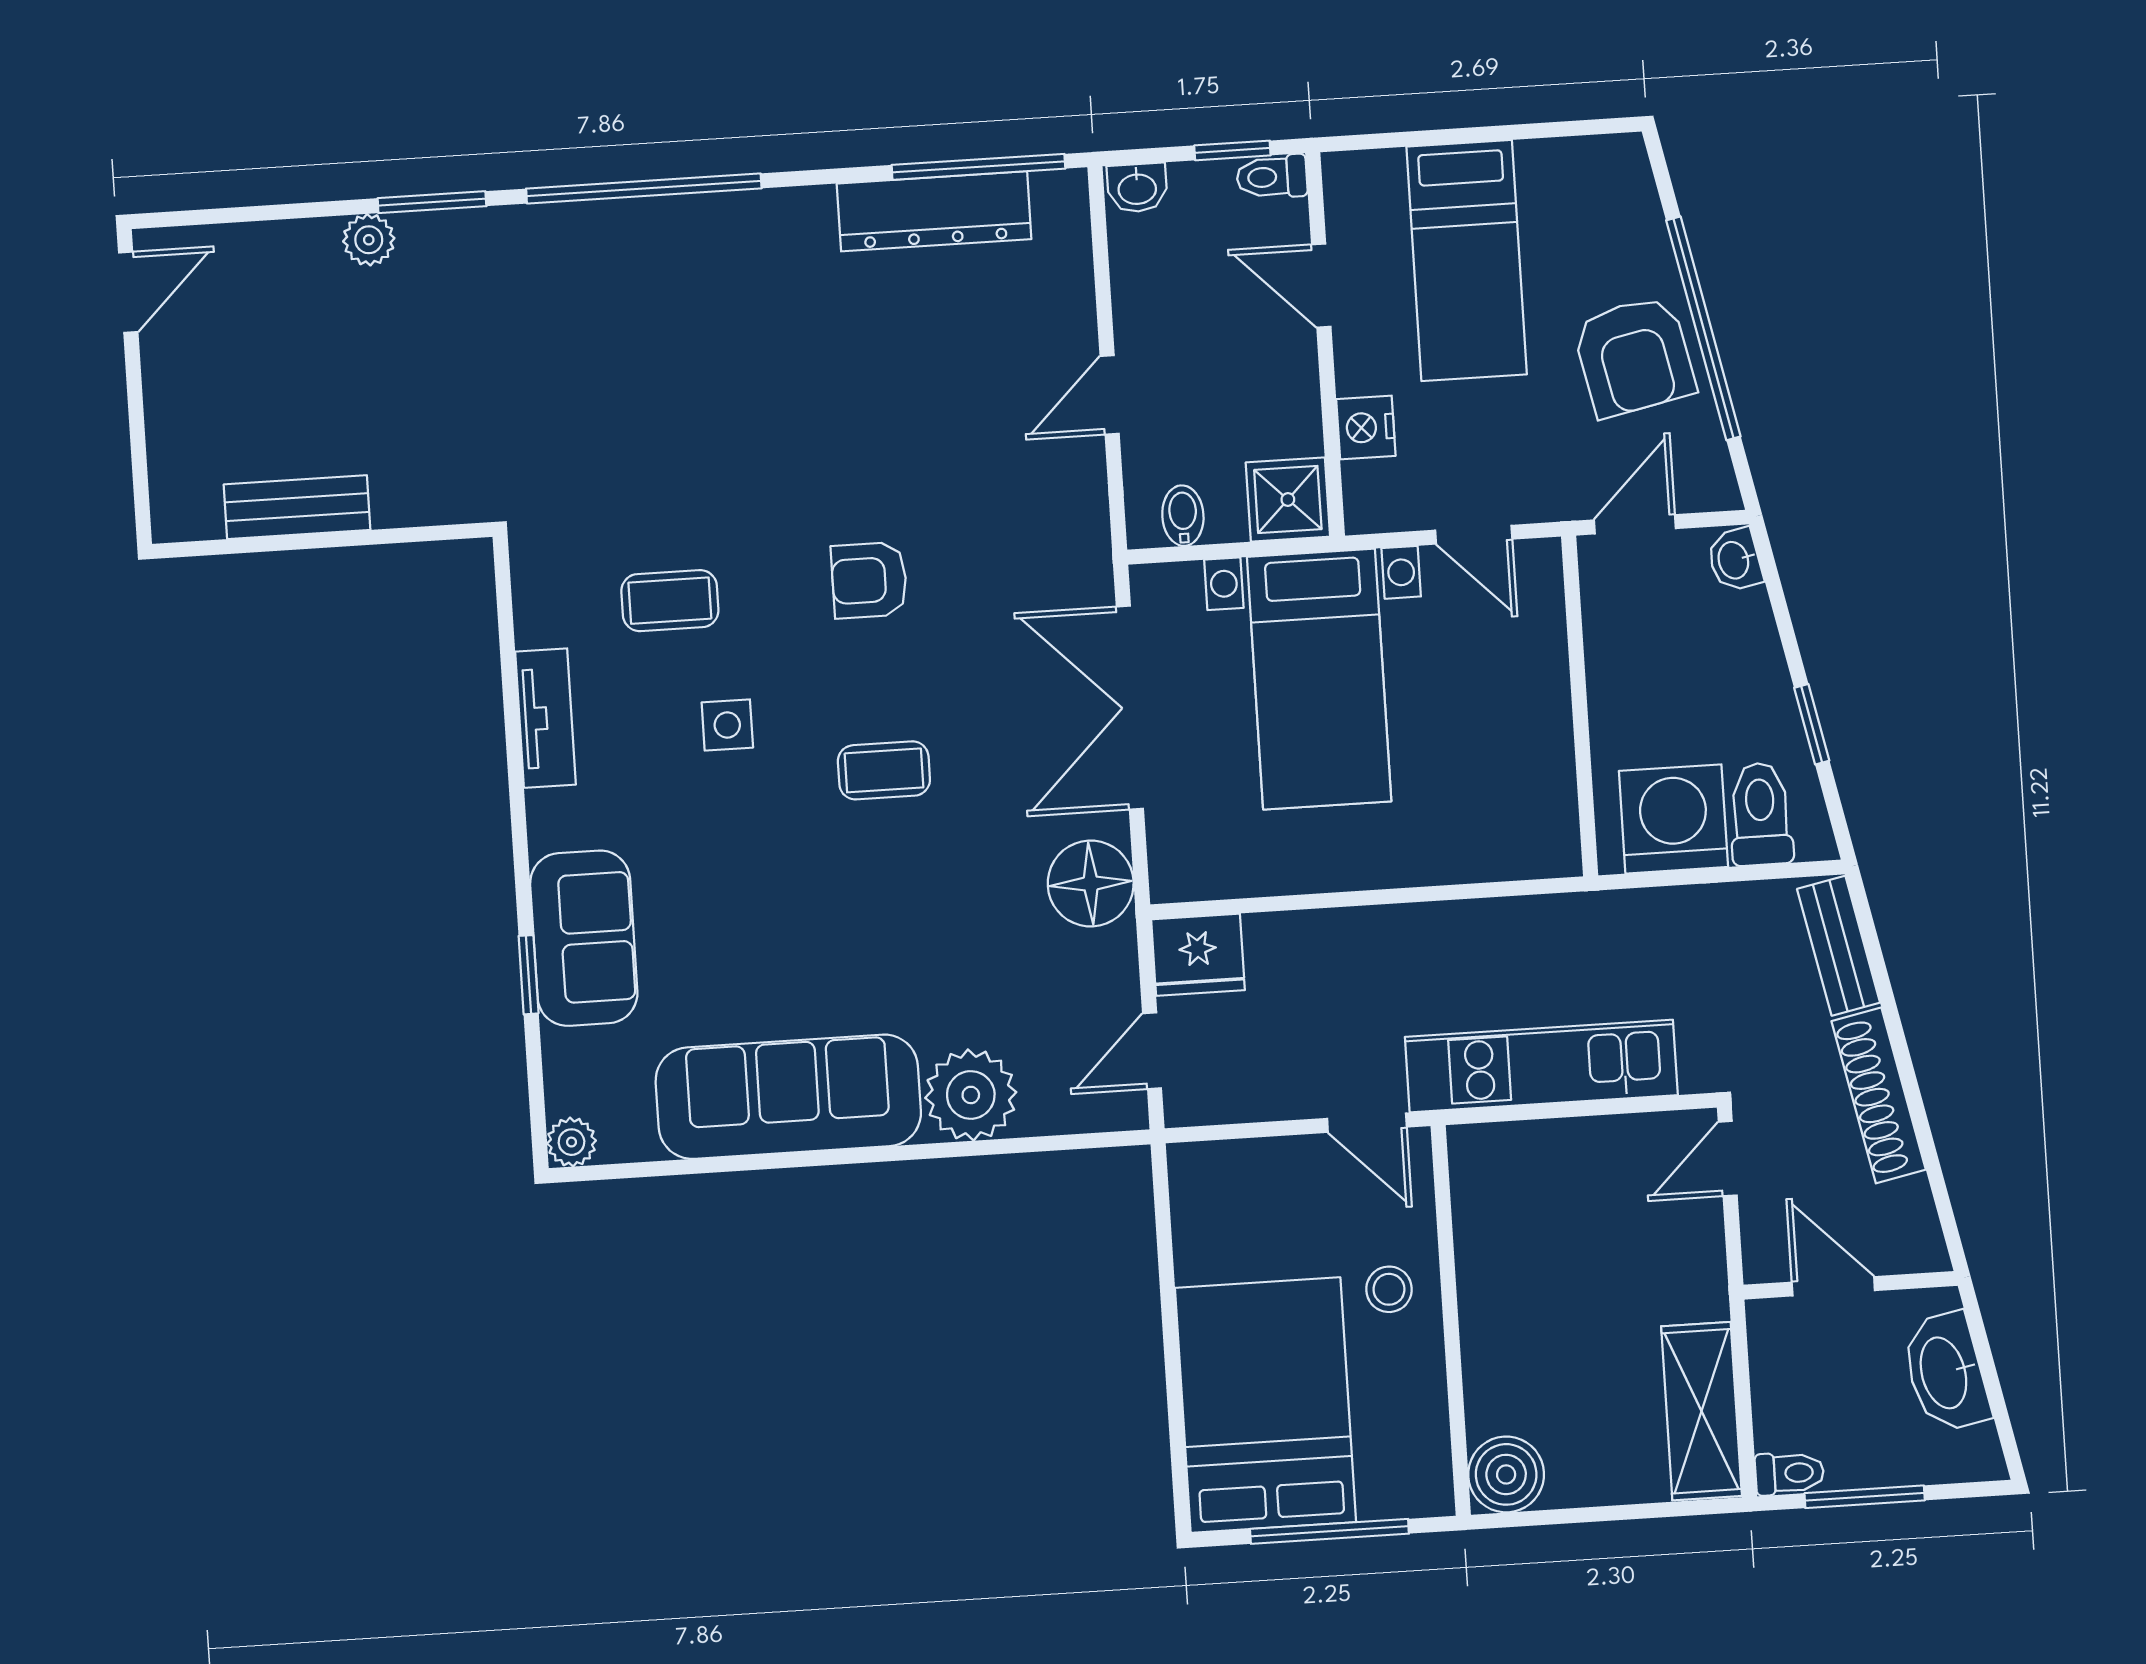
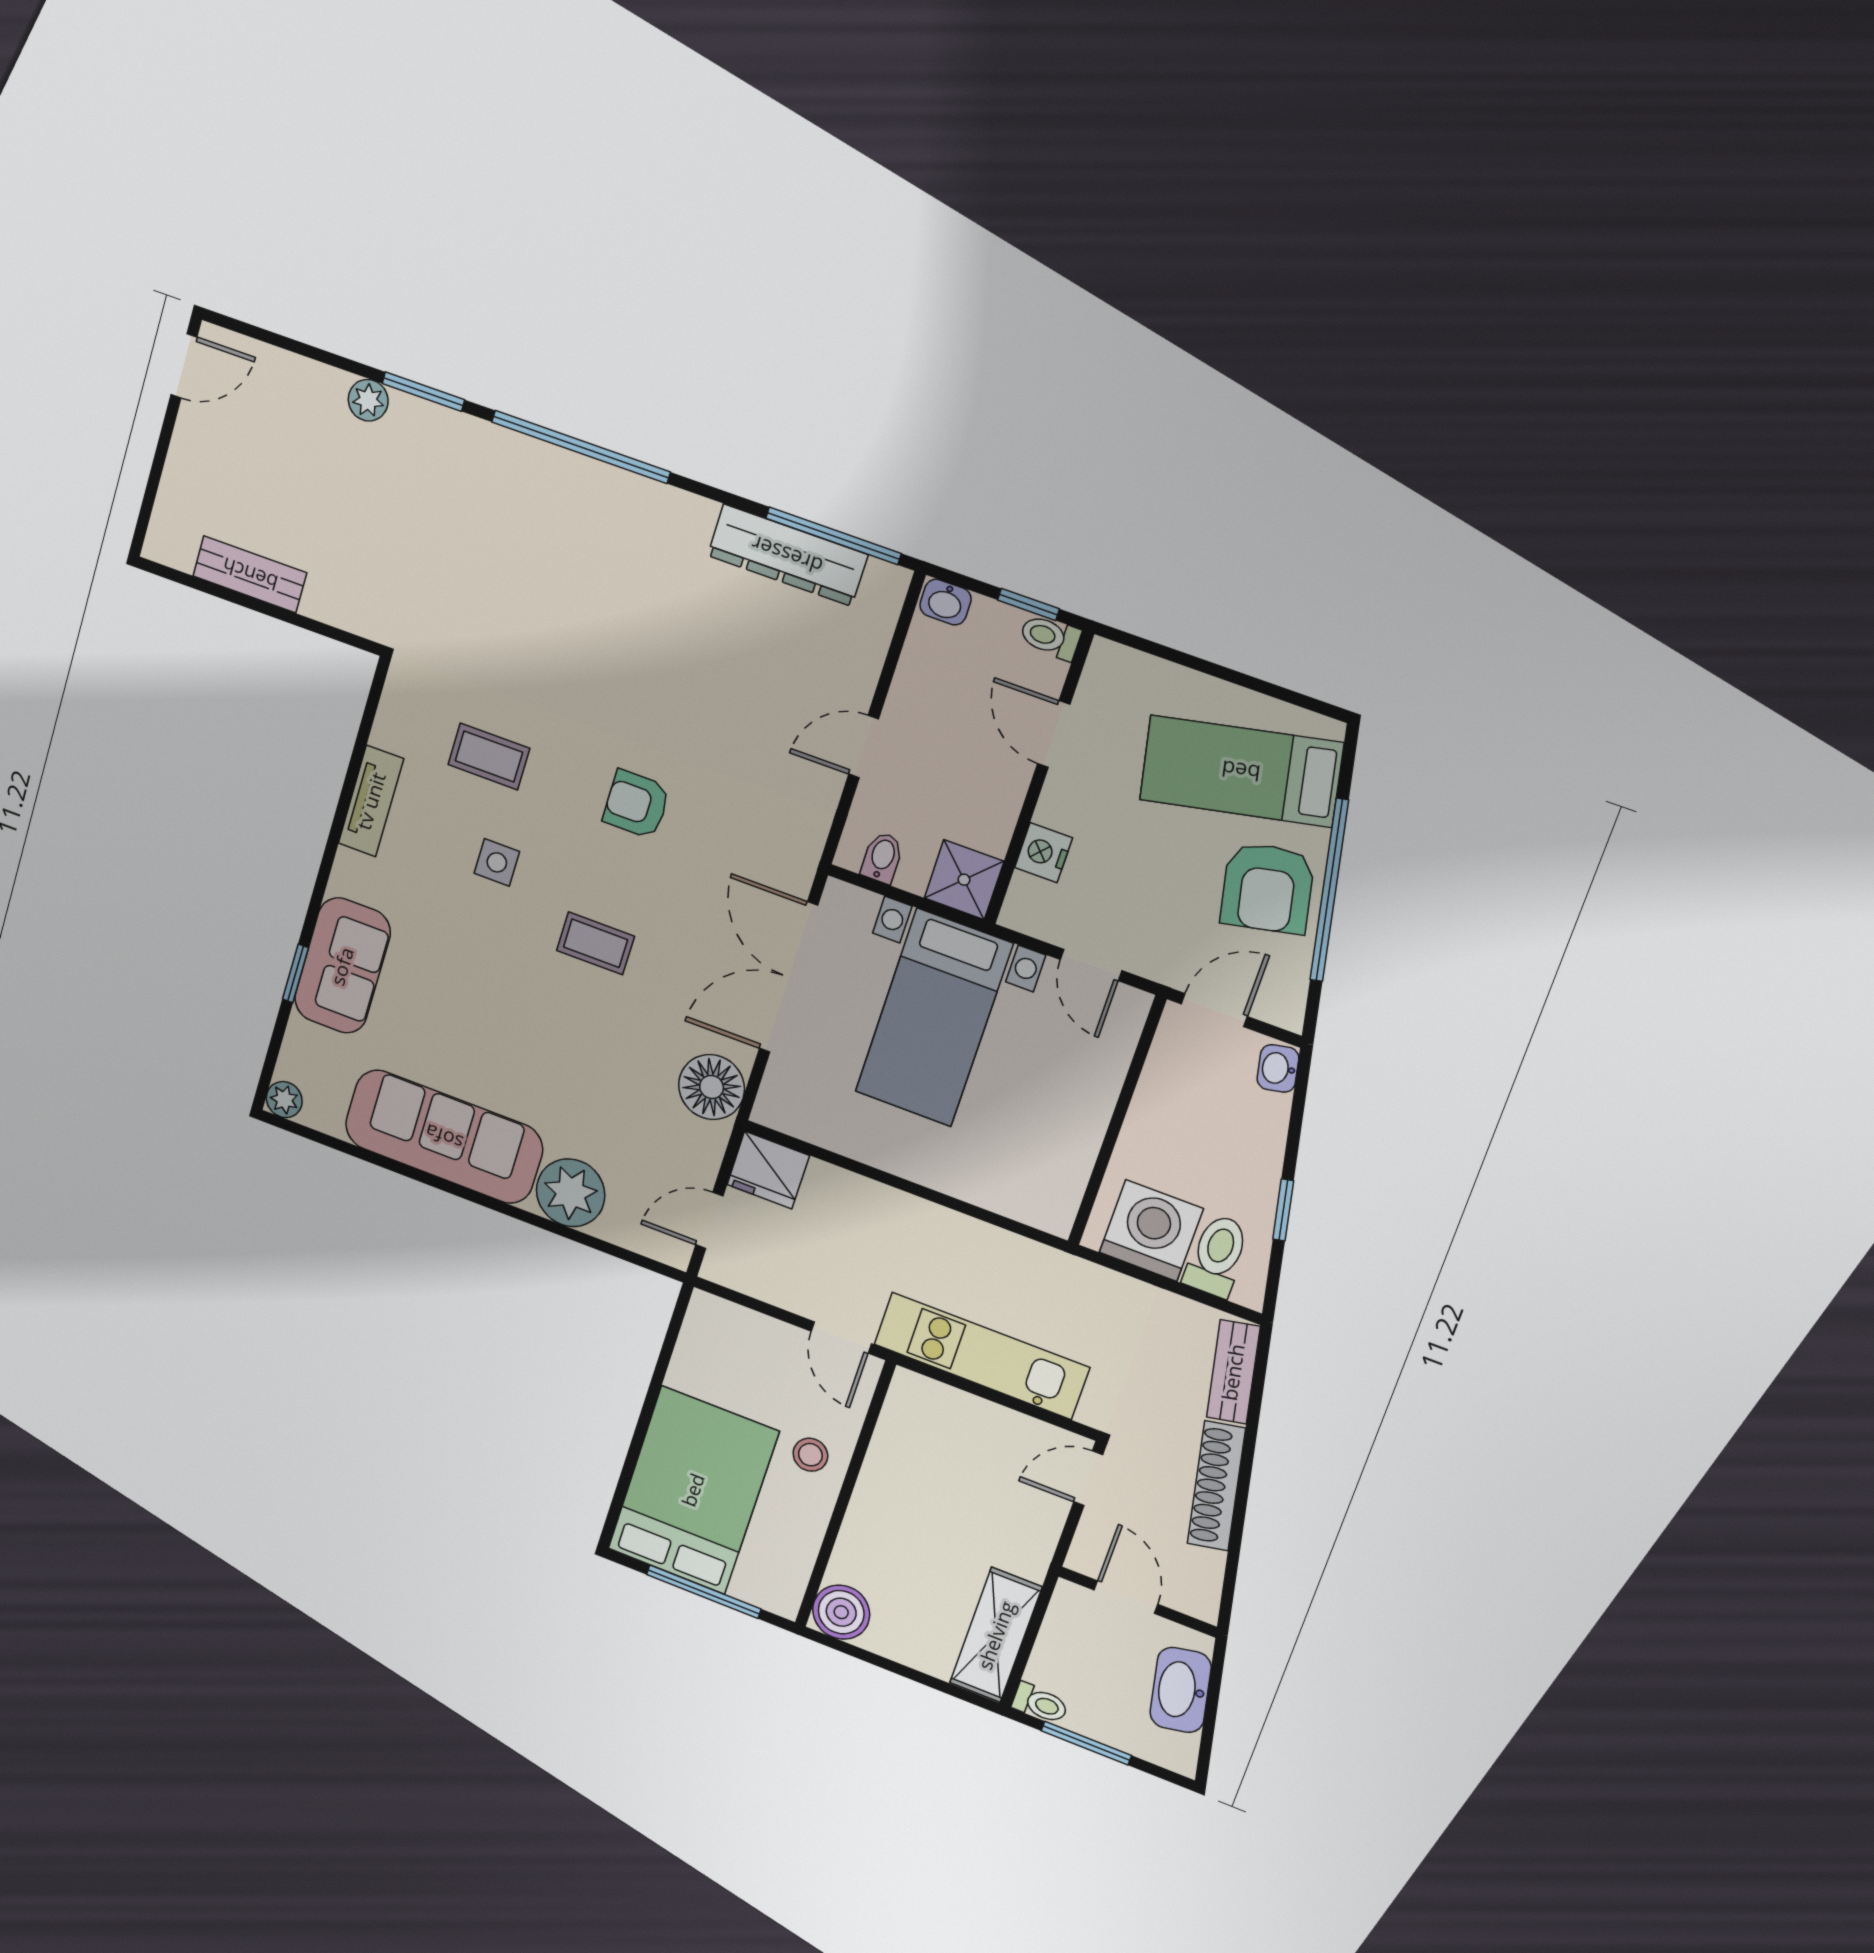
bed: (1467, 261) -> (1241, 771), moved, turned 78

